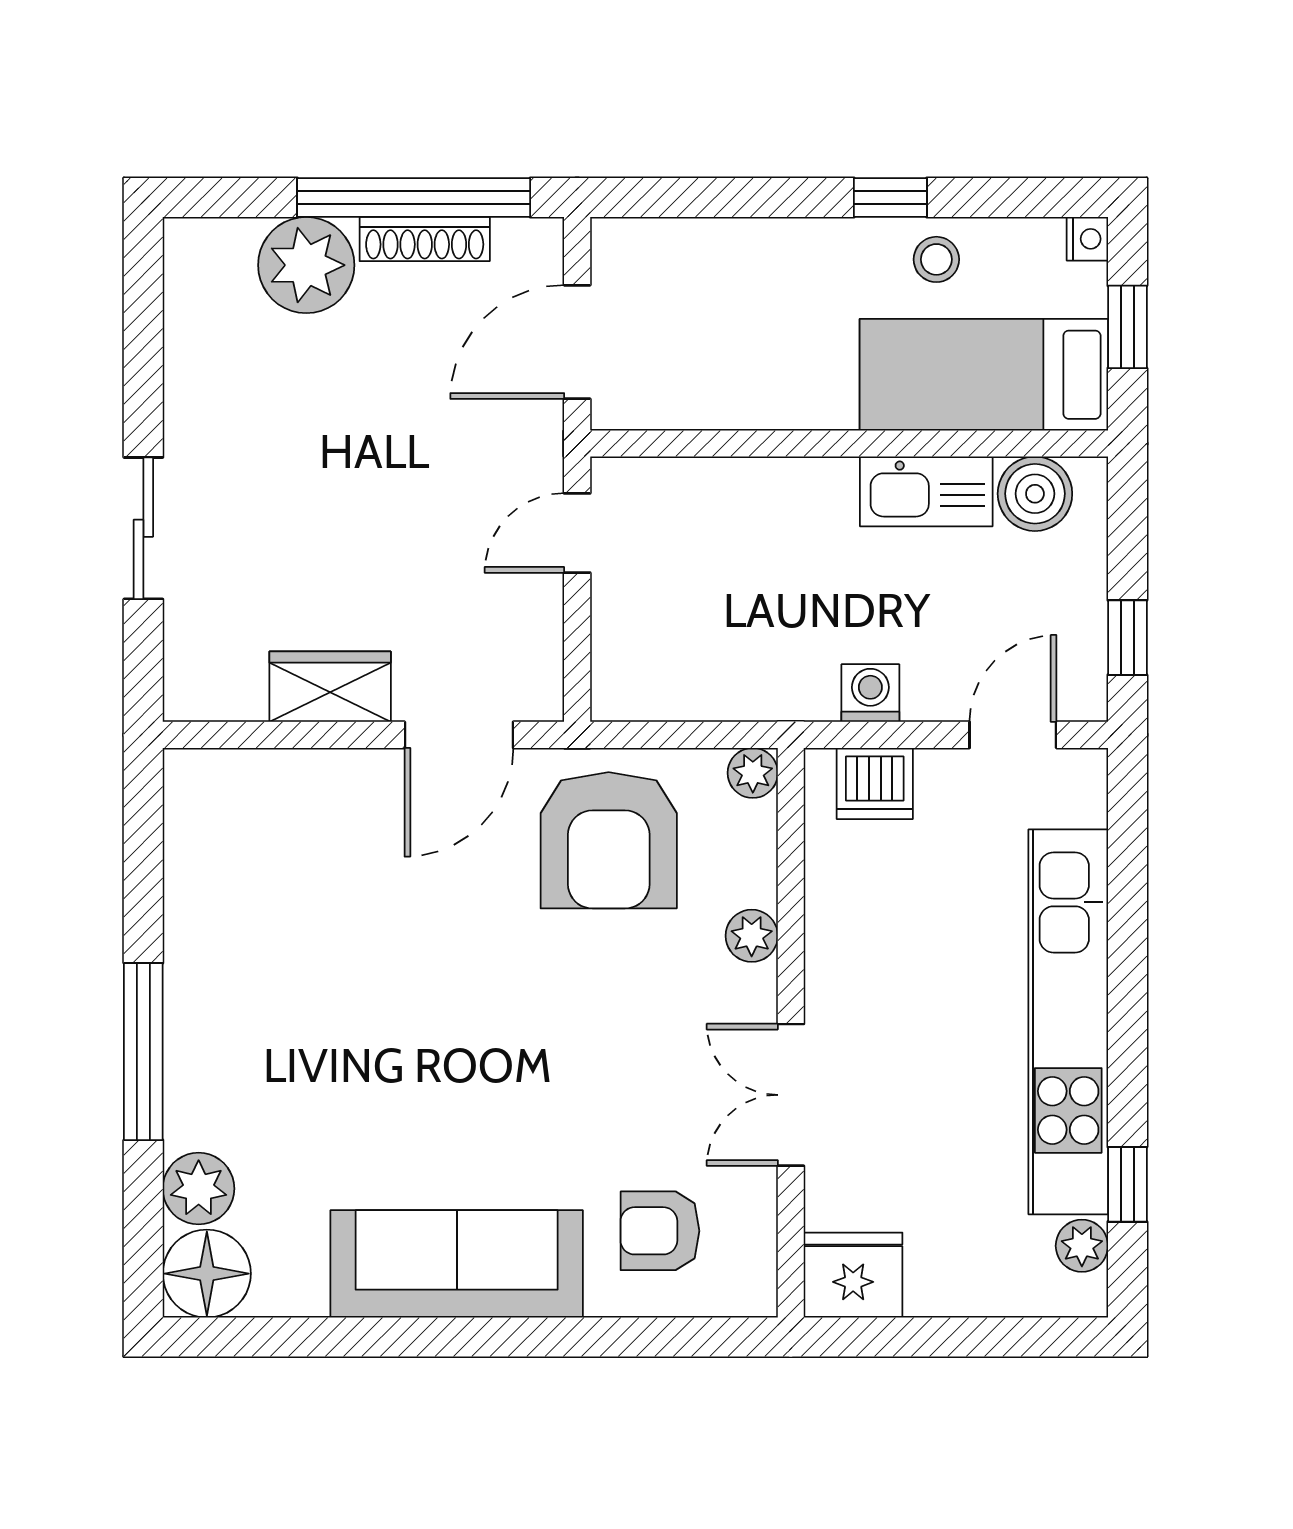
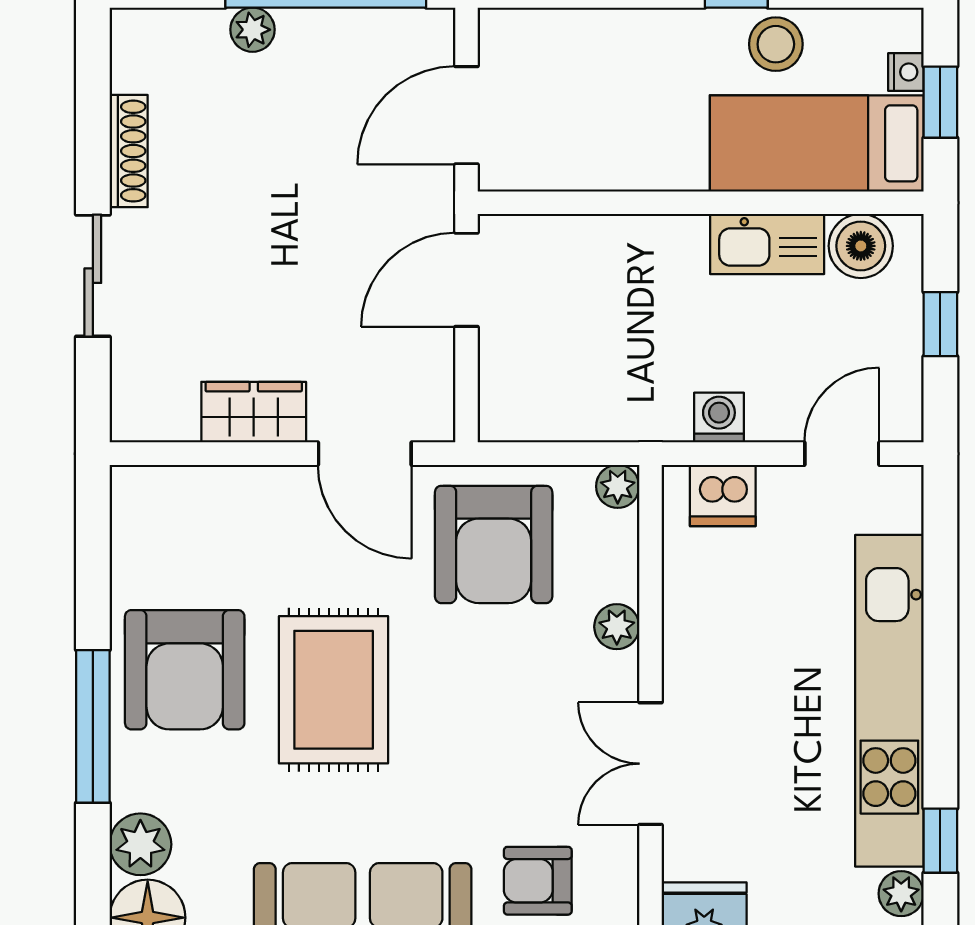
shoe rack: (425, 239) -> (129, 151), moved, turned -90
nightstand: (1087, 239) -> (906, 72), moved
stool: (936, 259) -> (776, 44), width x1.37, depth x1.37
plant: (306, 265) -> (253, 30), width x0.53, depth x0.53
door: (577, 533) -> (466, 280), width x1.37
window: (1127, 638) -> (940, 324), moved
door: (459, 735) -> (365, 454), hinge flipped
armchair: (250, 986) -> (185, 670), added
rug: (423, 1009) -> (334, 690), added

